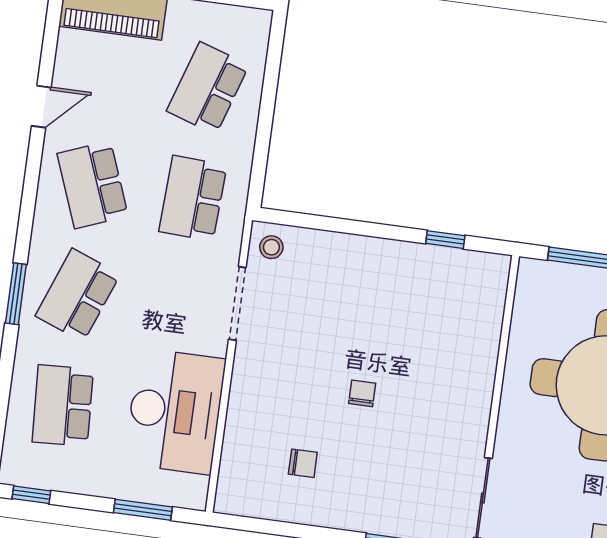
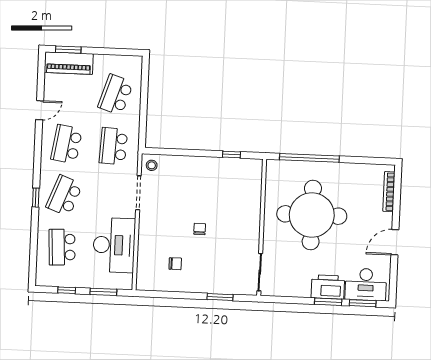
school desk: (93, 185) -> (67, 144), turned 30
window: (16, 294) -> (36, 198), width x0.67
window: (31, 495) -> (67, 290), moved

